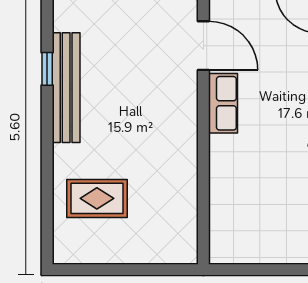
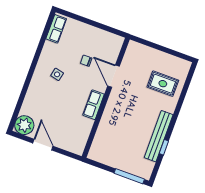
door: (203, 46) -> (114, 76), moved
chair: (271, 188) -> (86, 61), added

